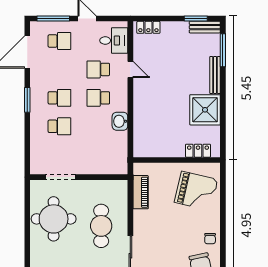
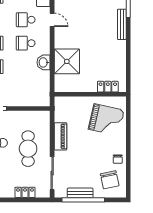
shower: (205, 110) -> (67, 61), moved
piano: (141, 192) -> (60, 136), moved

